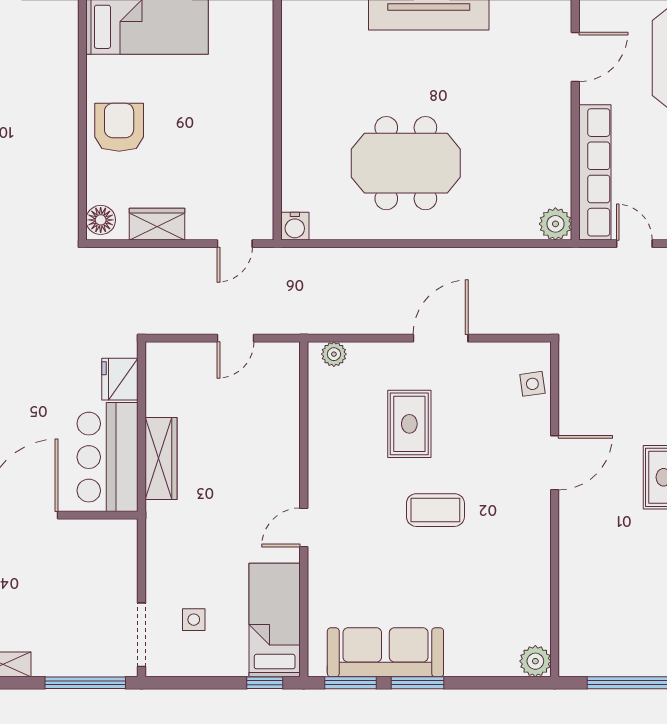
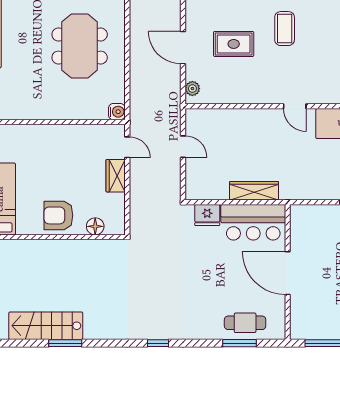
floor lamp: (101, 220) -> (95, 226), moved
wardrobe: (157, 224) -> (116, 176), moved
door: (441, 338) -> (183, 48), moved

